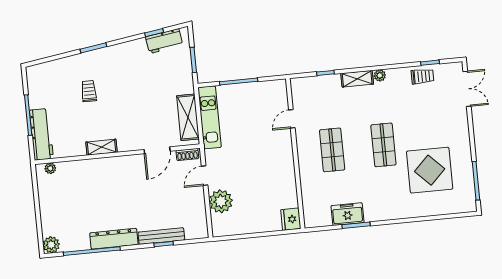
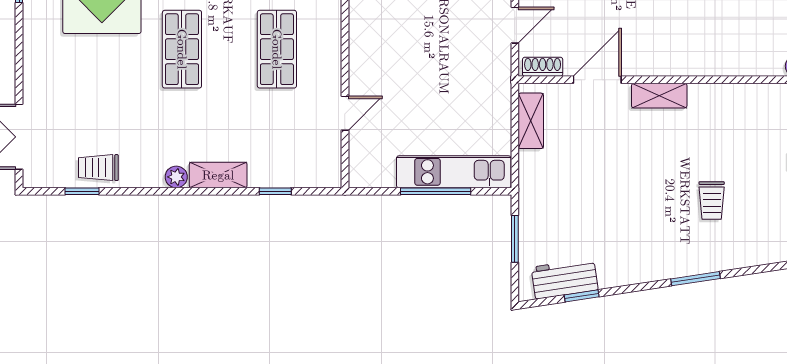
shelving: (188, 117) -> (531, 121), width x0.67, depth x0.75
kitchen unit: (209, 117) -> (454, 172), moved, turned 90
shelving: (102, 147) -> (659, 96), moved

